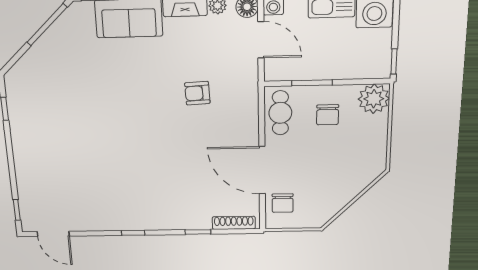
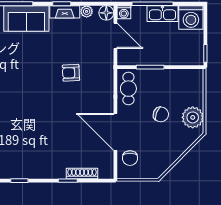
plant: (374, 99) -> (193, 117), moved
chair: (328, 115) -> (161, 114), moved, turned -69
shoe rack: (234, 223) -> (82, 174), moved

